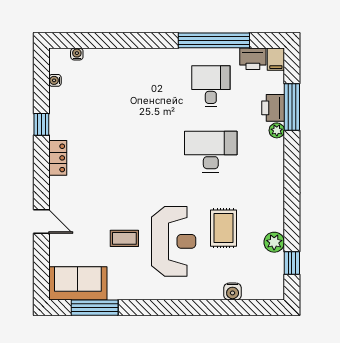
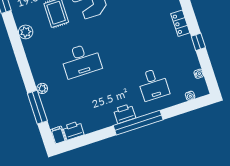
window: (214, 40) -> (138, 123), moved
desk: (211, 86) -> (153, 84), moved
printer: (273, 108) -> (124, 114), moved, turned -90
plant: (274, 242) -> (26, 32), moved

